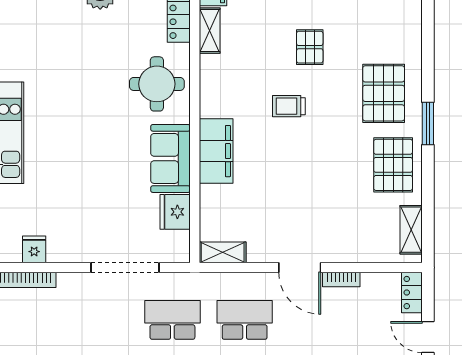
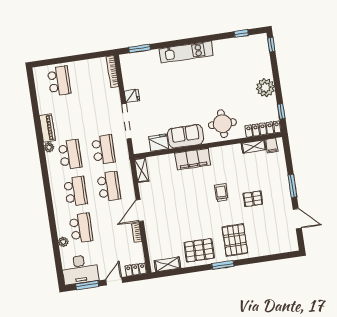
pallet: (384, 93) -> (235, 240), turned 90
fridge: (34, 249) -> (132, 96), moved

